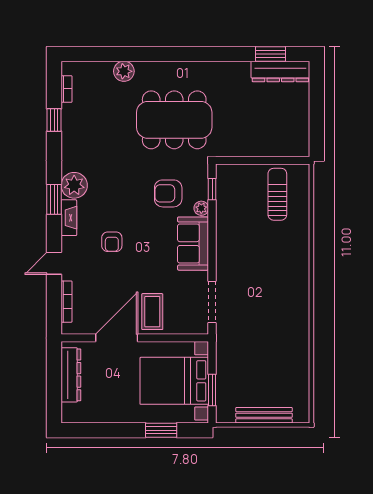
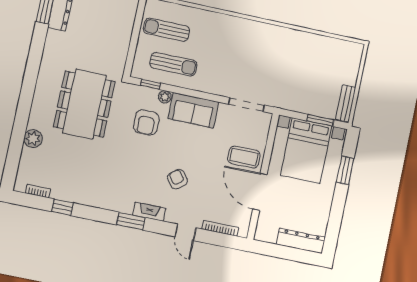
plant: (74, 185) -> (122, 201), removed
sun lounger: (240, 210) -> (173, 64), added
armchair: (112, 242) -> (177, 179), turned -128
dresser: (71, 375) -> (301, 241), moved
bench: (264, 415) -> (346, 103), moved, width x0.73

